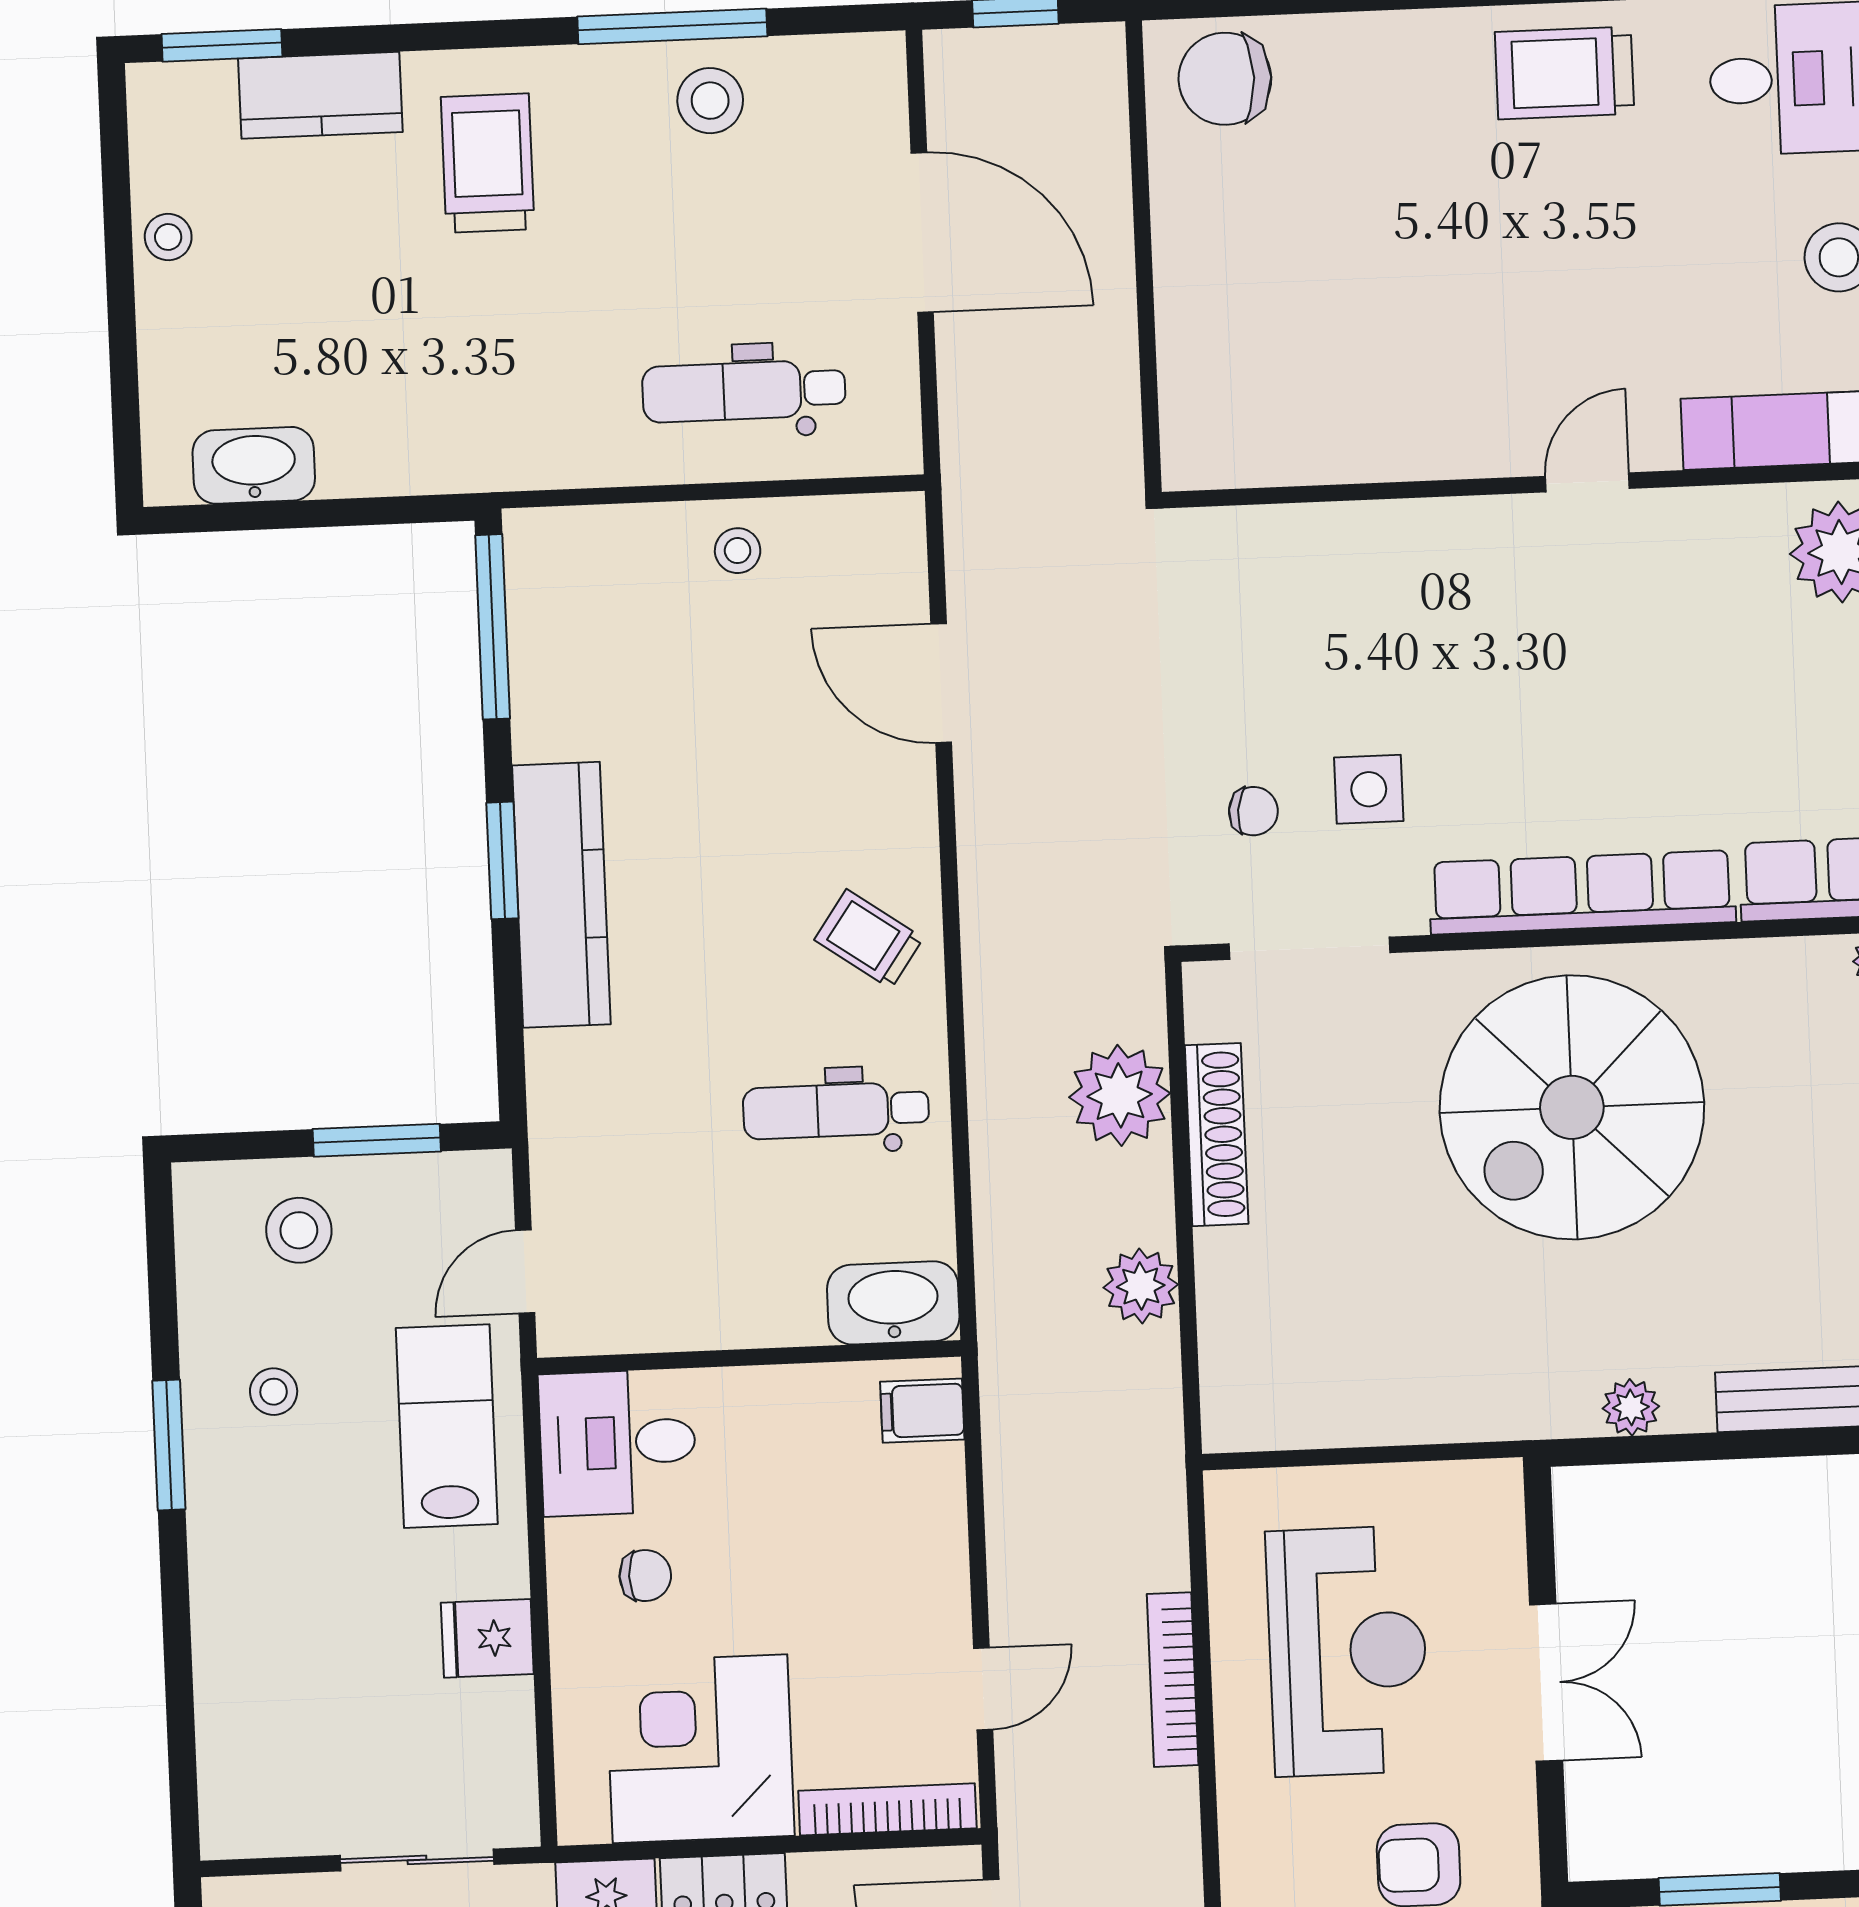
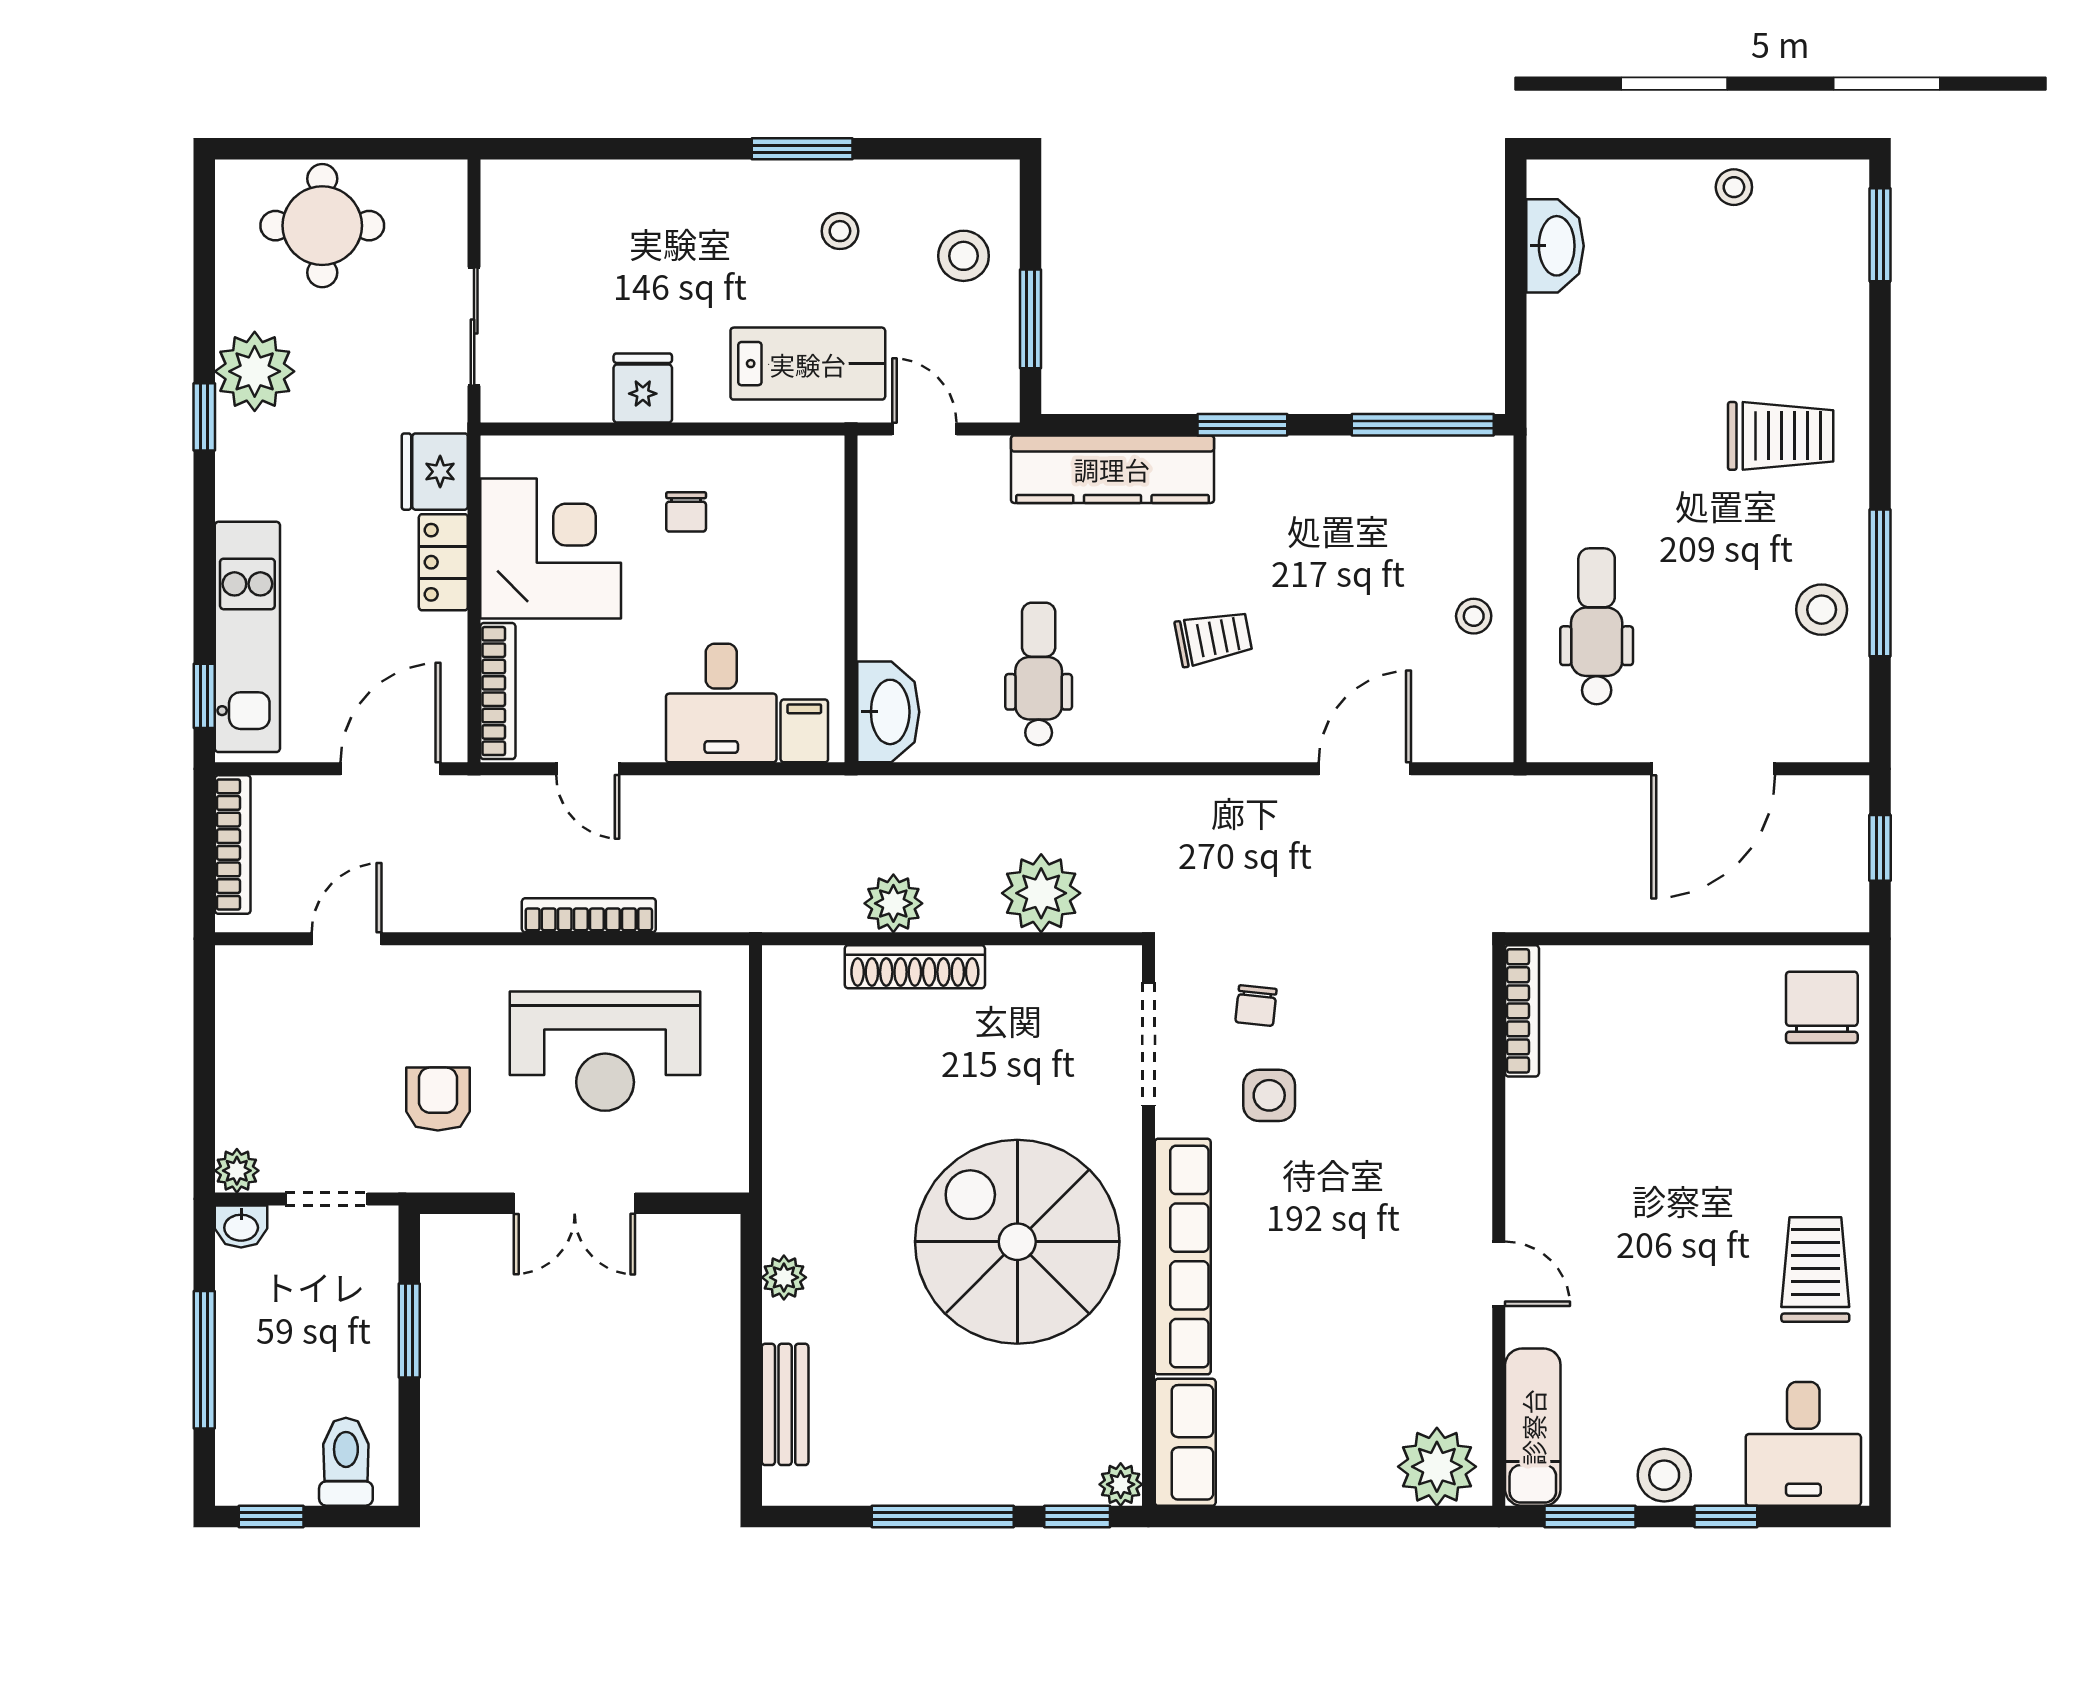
kitchen counter: (320, 95) -> (1838, 309), removed
bookcase: (1246, 467) -> (1522, 1011), added
kitchen counter: (561, 895) -> (1112, 469), moved
trolley: (869, 939) -> (1213, 638), moved, turned 44
shoe rack: (1217, 1135) -> (915, 967), moved
desk: (618, 1443) -> (721, 703), moved, turned 180

